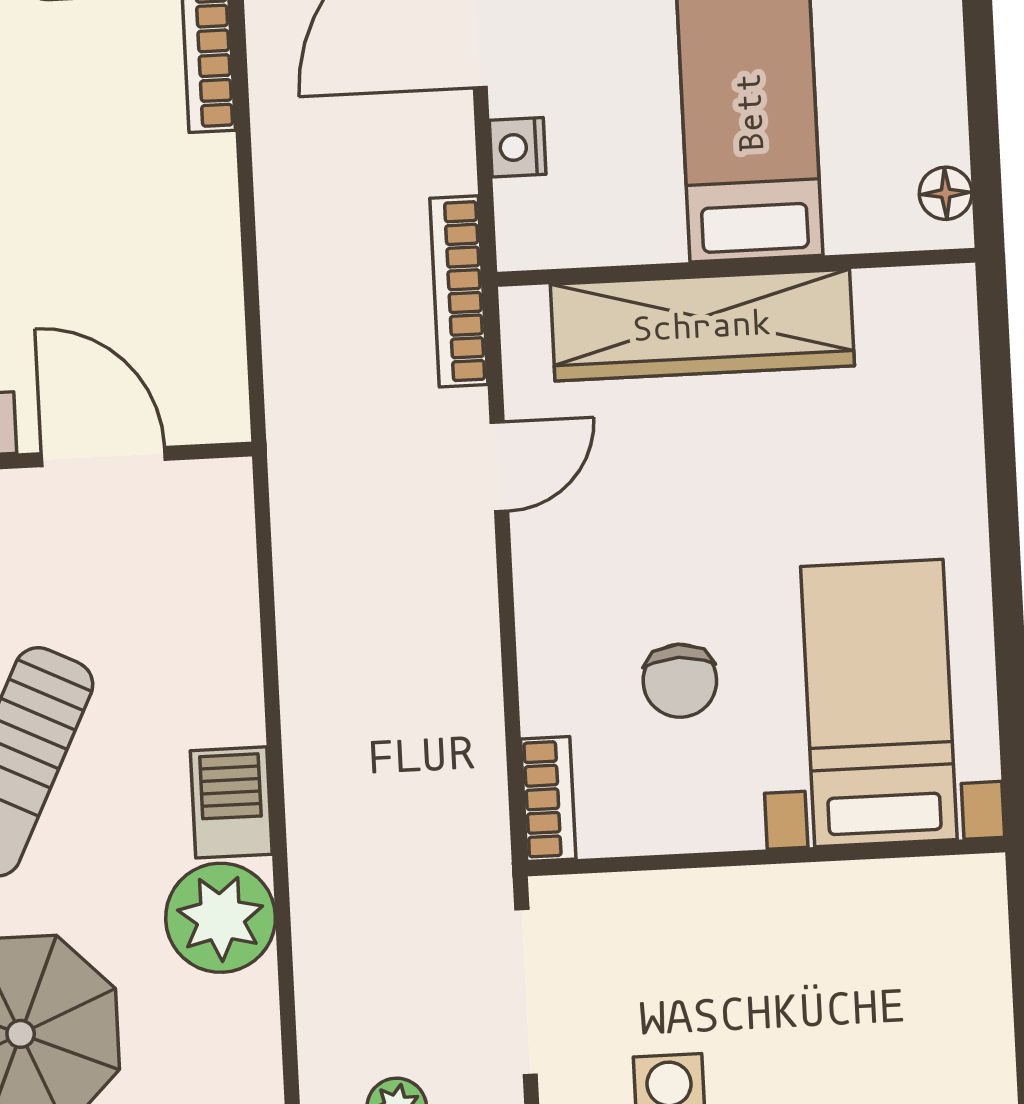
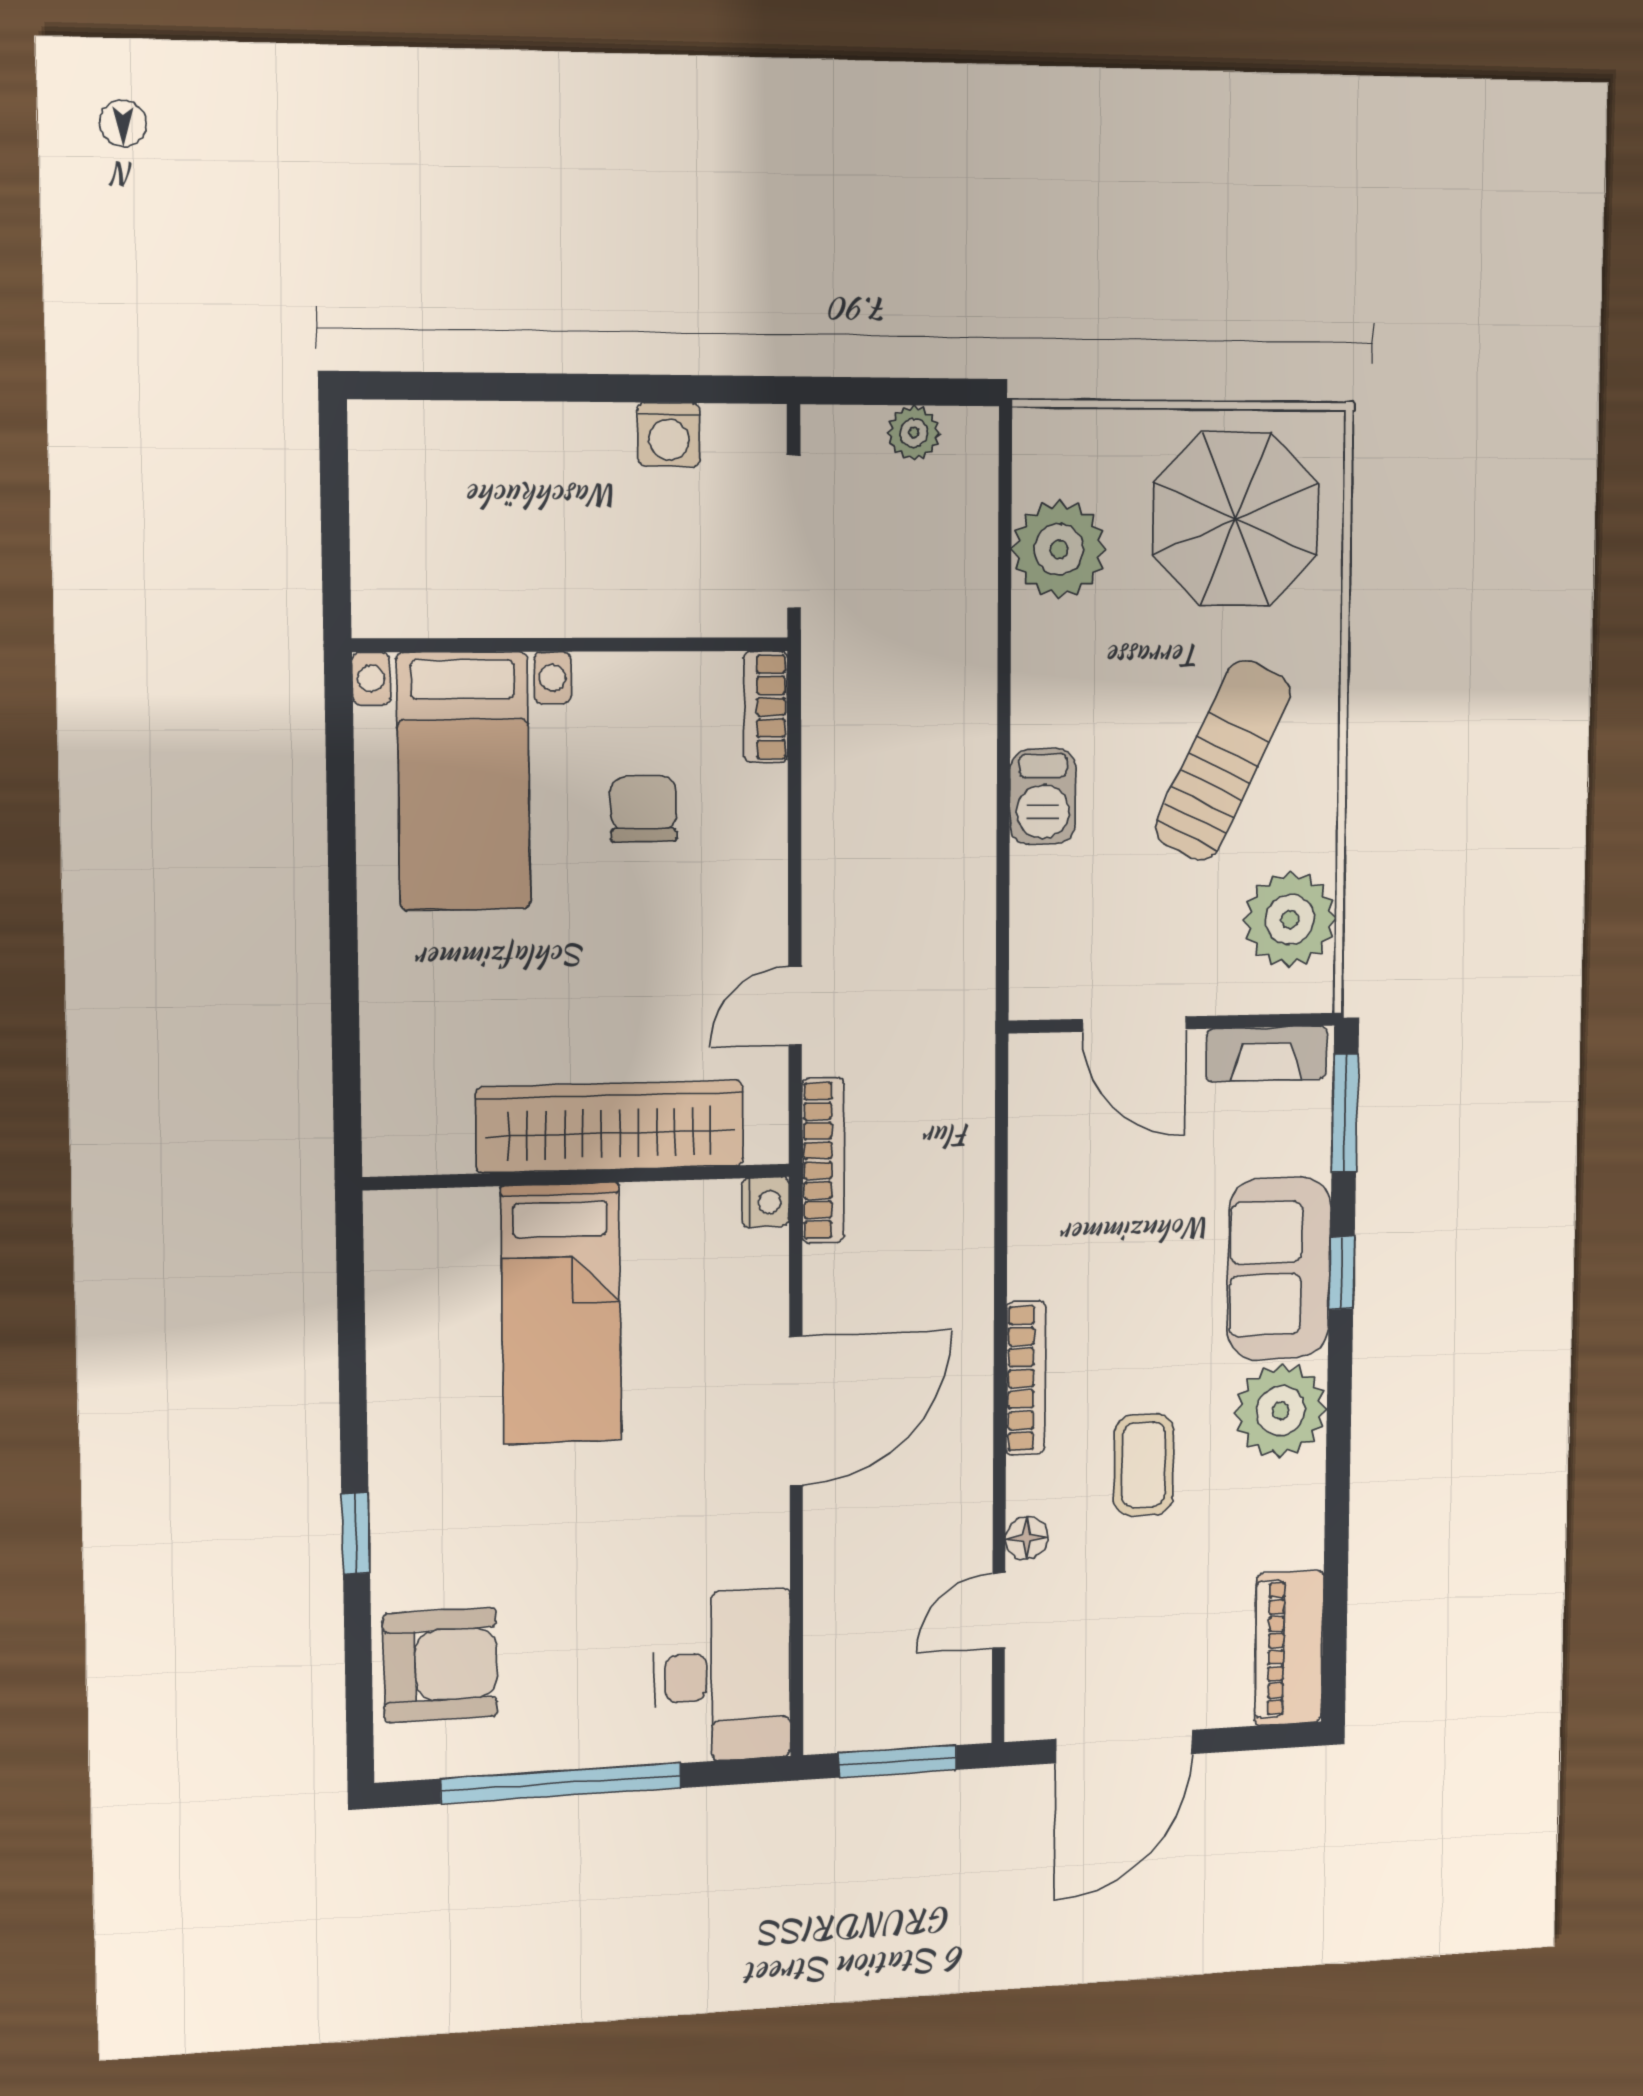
nightstand: (518, 147) -> (766, 1202), moved
floor lamp: (946, 193) -> (387, 1239), removed
barbecue: (231, 802) -> (1043, 796), moved
plant: (221, 918) -> (1059, 549), moved

